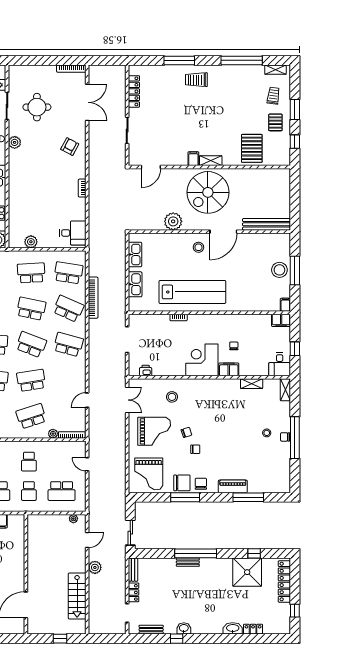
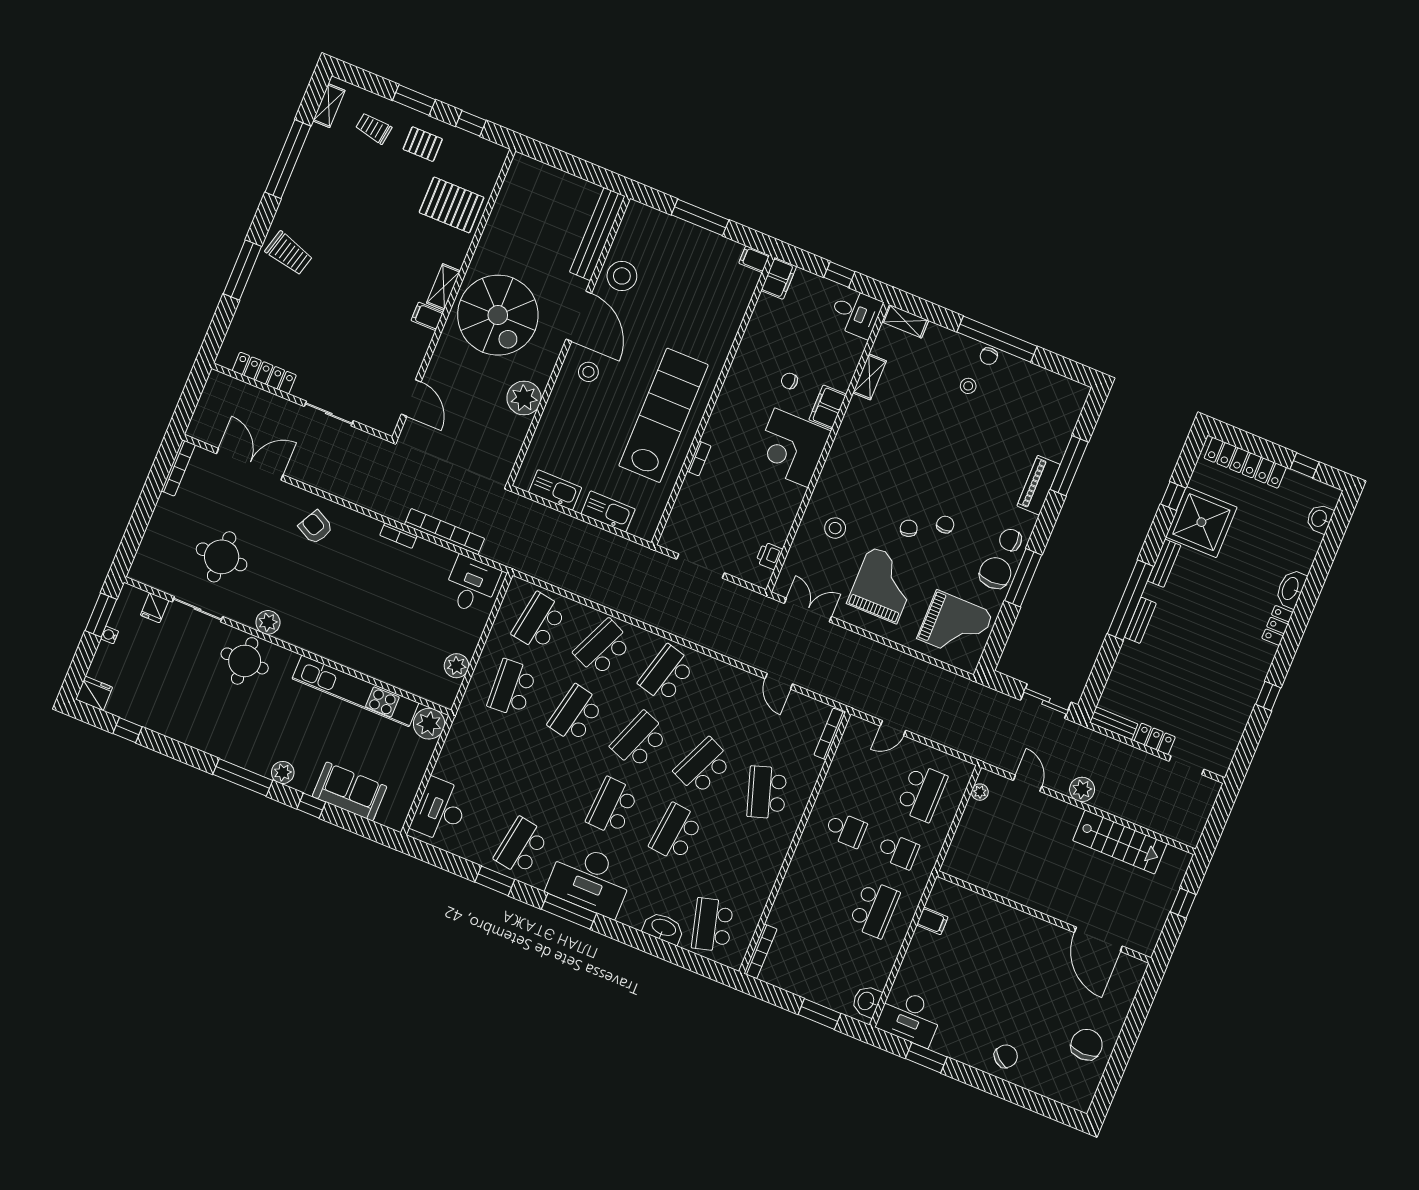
trolley: (196, 80) -> (289, 253), turned -75
stool: (279, 270) -> (622, 276), moved
bookcase: (93, 298) -> (445, 532), moved
school desk: (31, 380) -> (703, 766), turned 33
plant: (53, 434) -> (814, 766), removed
washbasin: (184, 628) -> (1320, 519), moved
locker: (253, 629) -> (1277, 625), moved
bench: (151, 630) -> (1164, 563), moved

